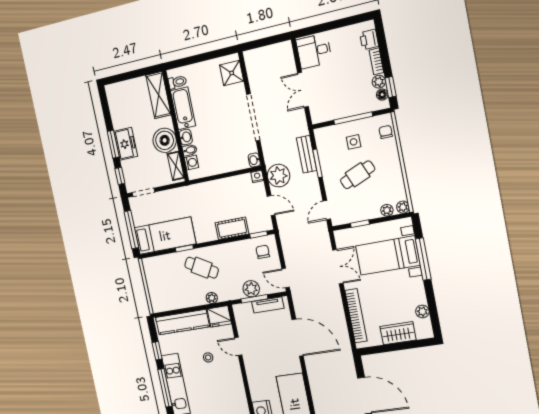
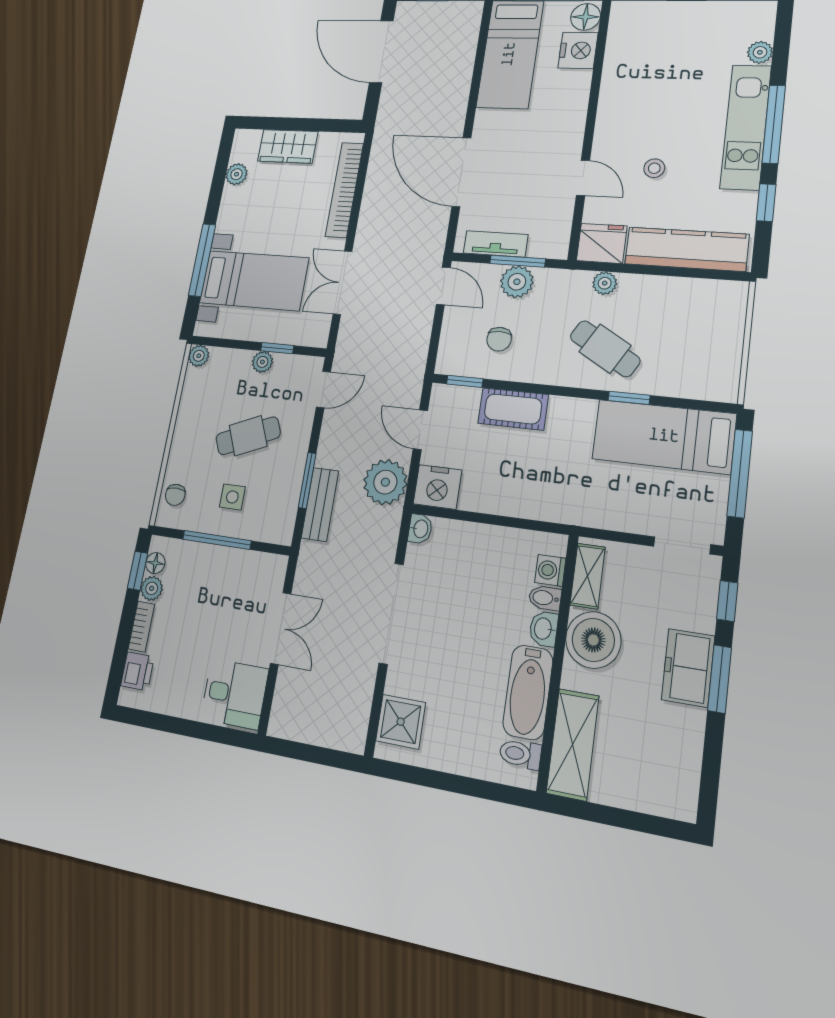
nightstand: (257, 176) -> (437, 487), width x1.89, depth x1.79
plant: (387, 210) -> (262, 362), moved
chair: (263, 252) -> (499, 339), moved

